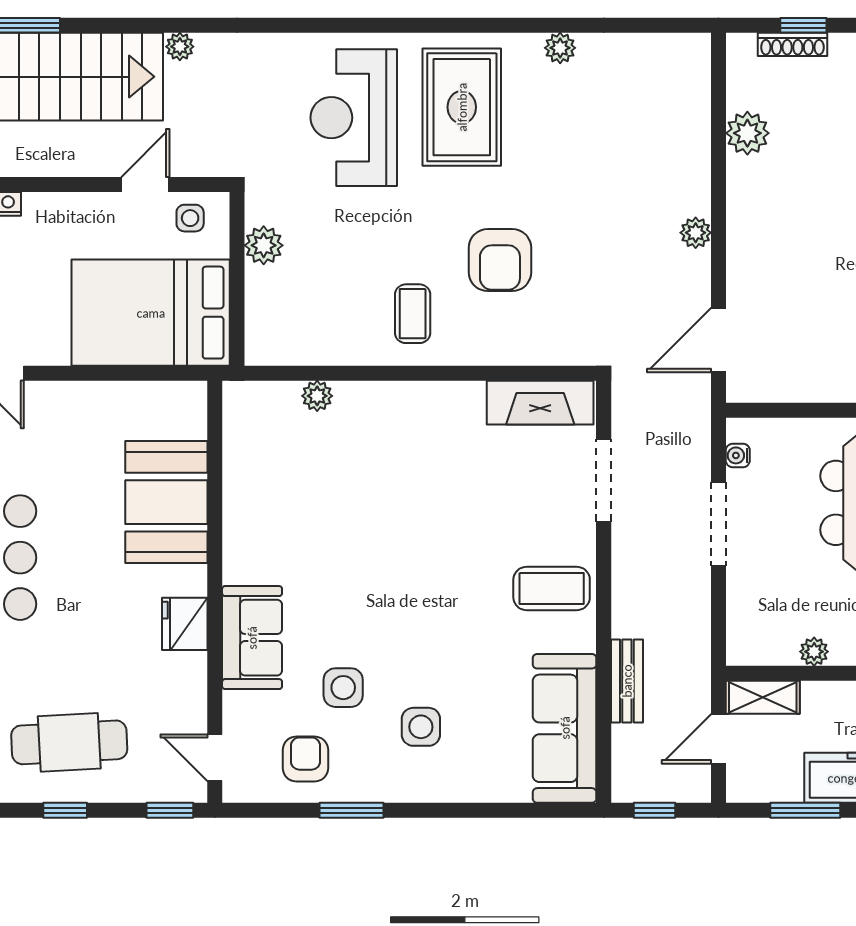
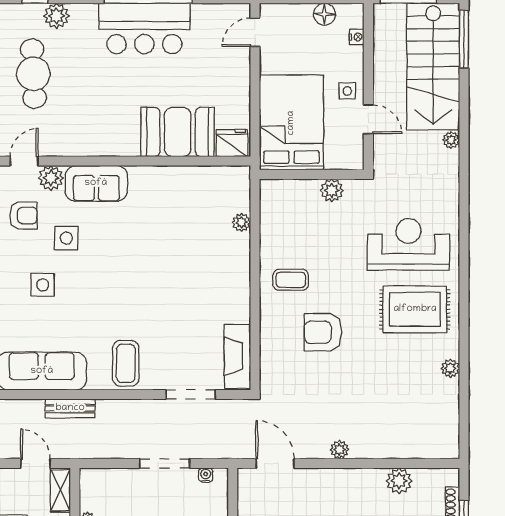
side table: (190, 218) -> (347, 91), moved
fridge: (185, 624) -> (232, 143), moved
plant: (243, 713) -> (51, 178), added

